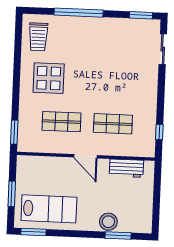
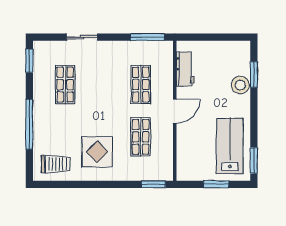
shop shelf: (116, 49) -> (65, 85), added
sliding door: (163, 49) -> (82, 37), moved
window: (159, 132) -> (147, 37), width x2.17

